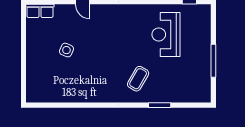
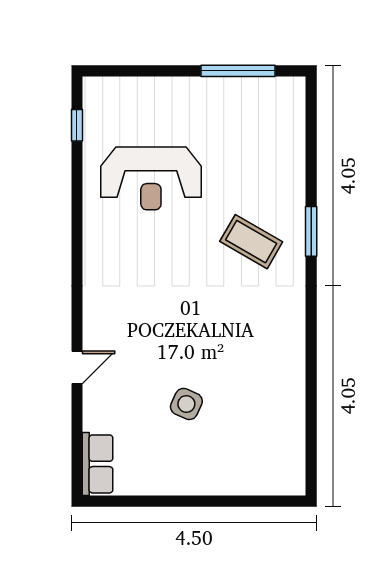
window: (213, 61) -> (238, 71), moved
window: (160, 105) -> (311, 231), moved

